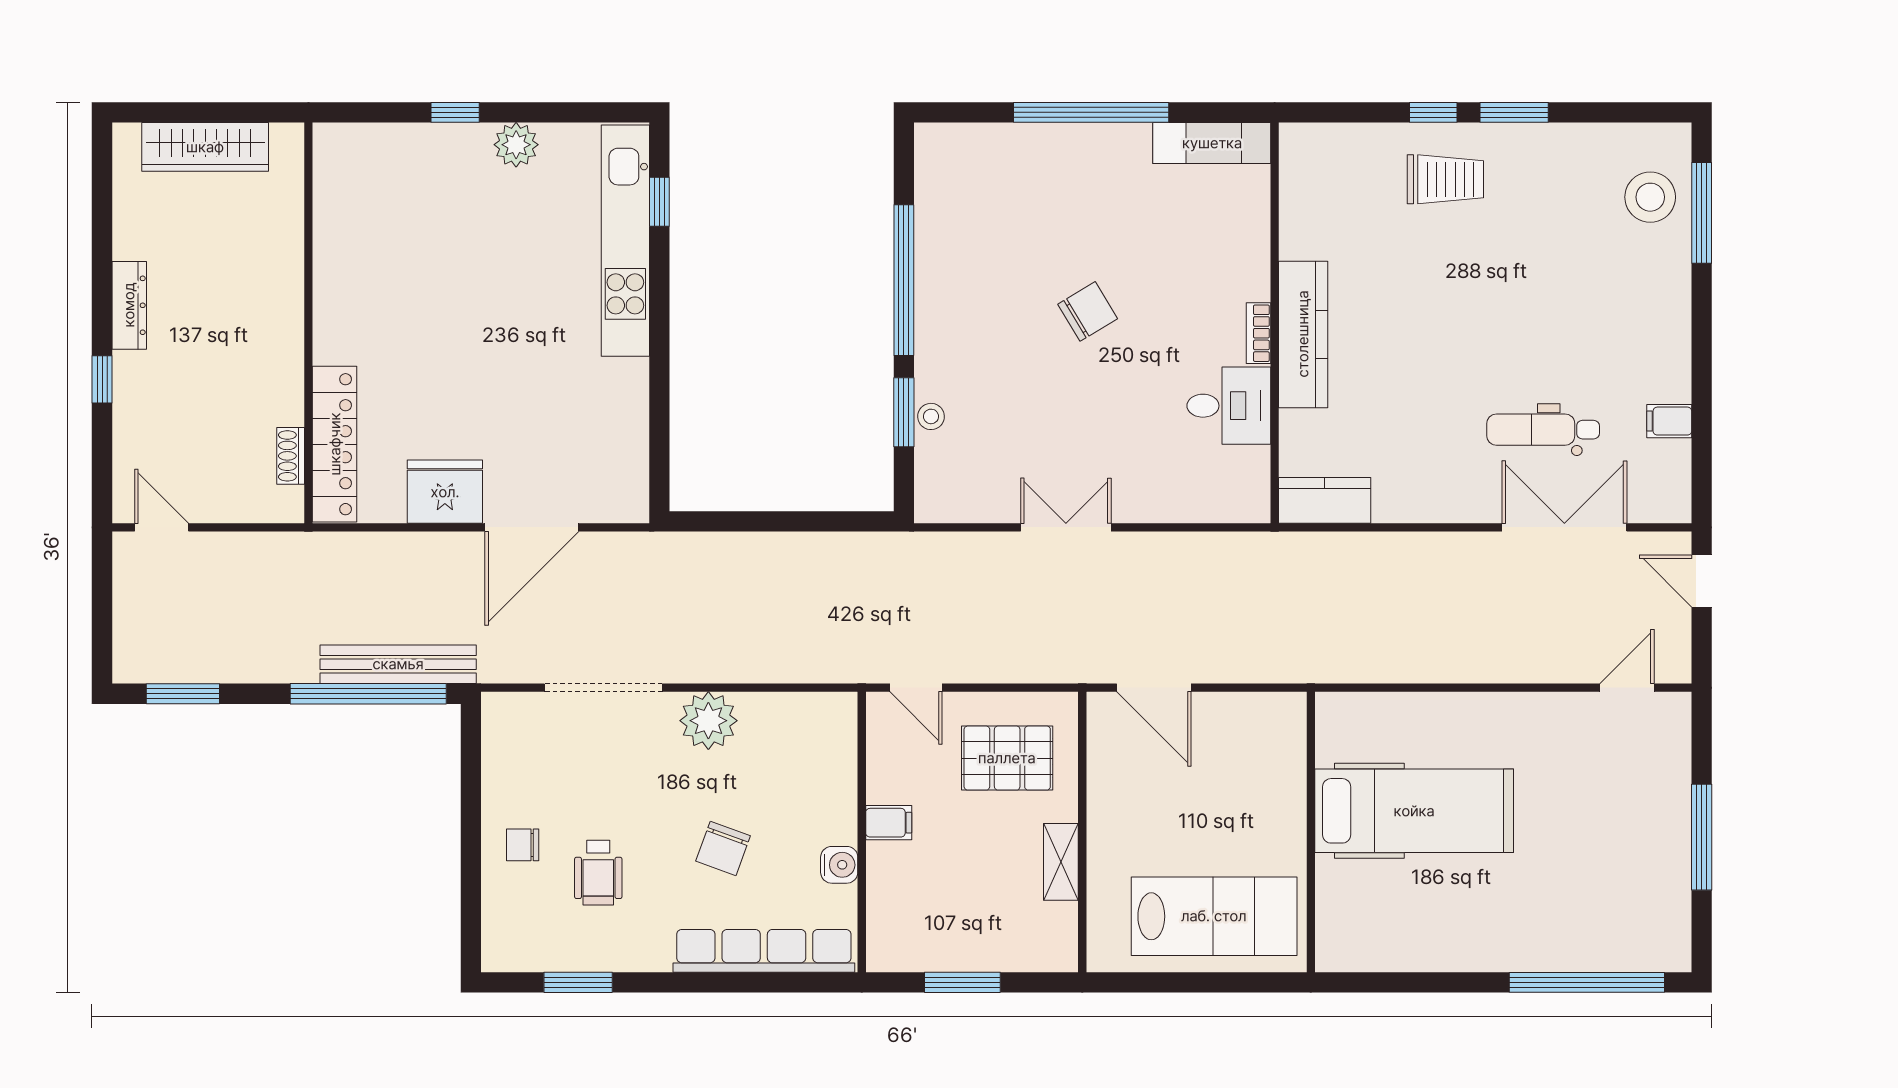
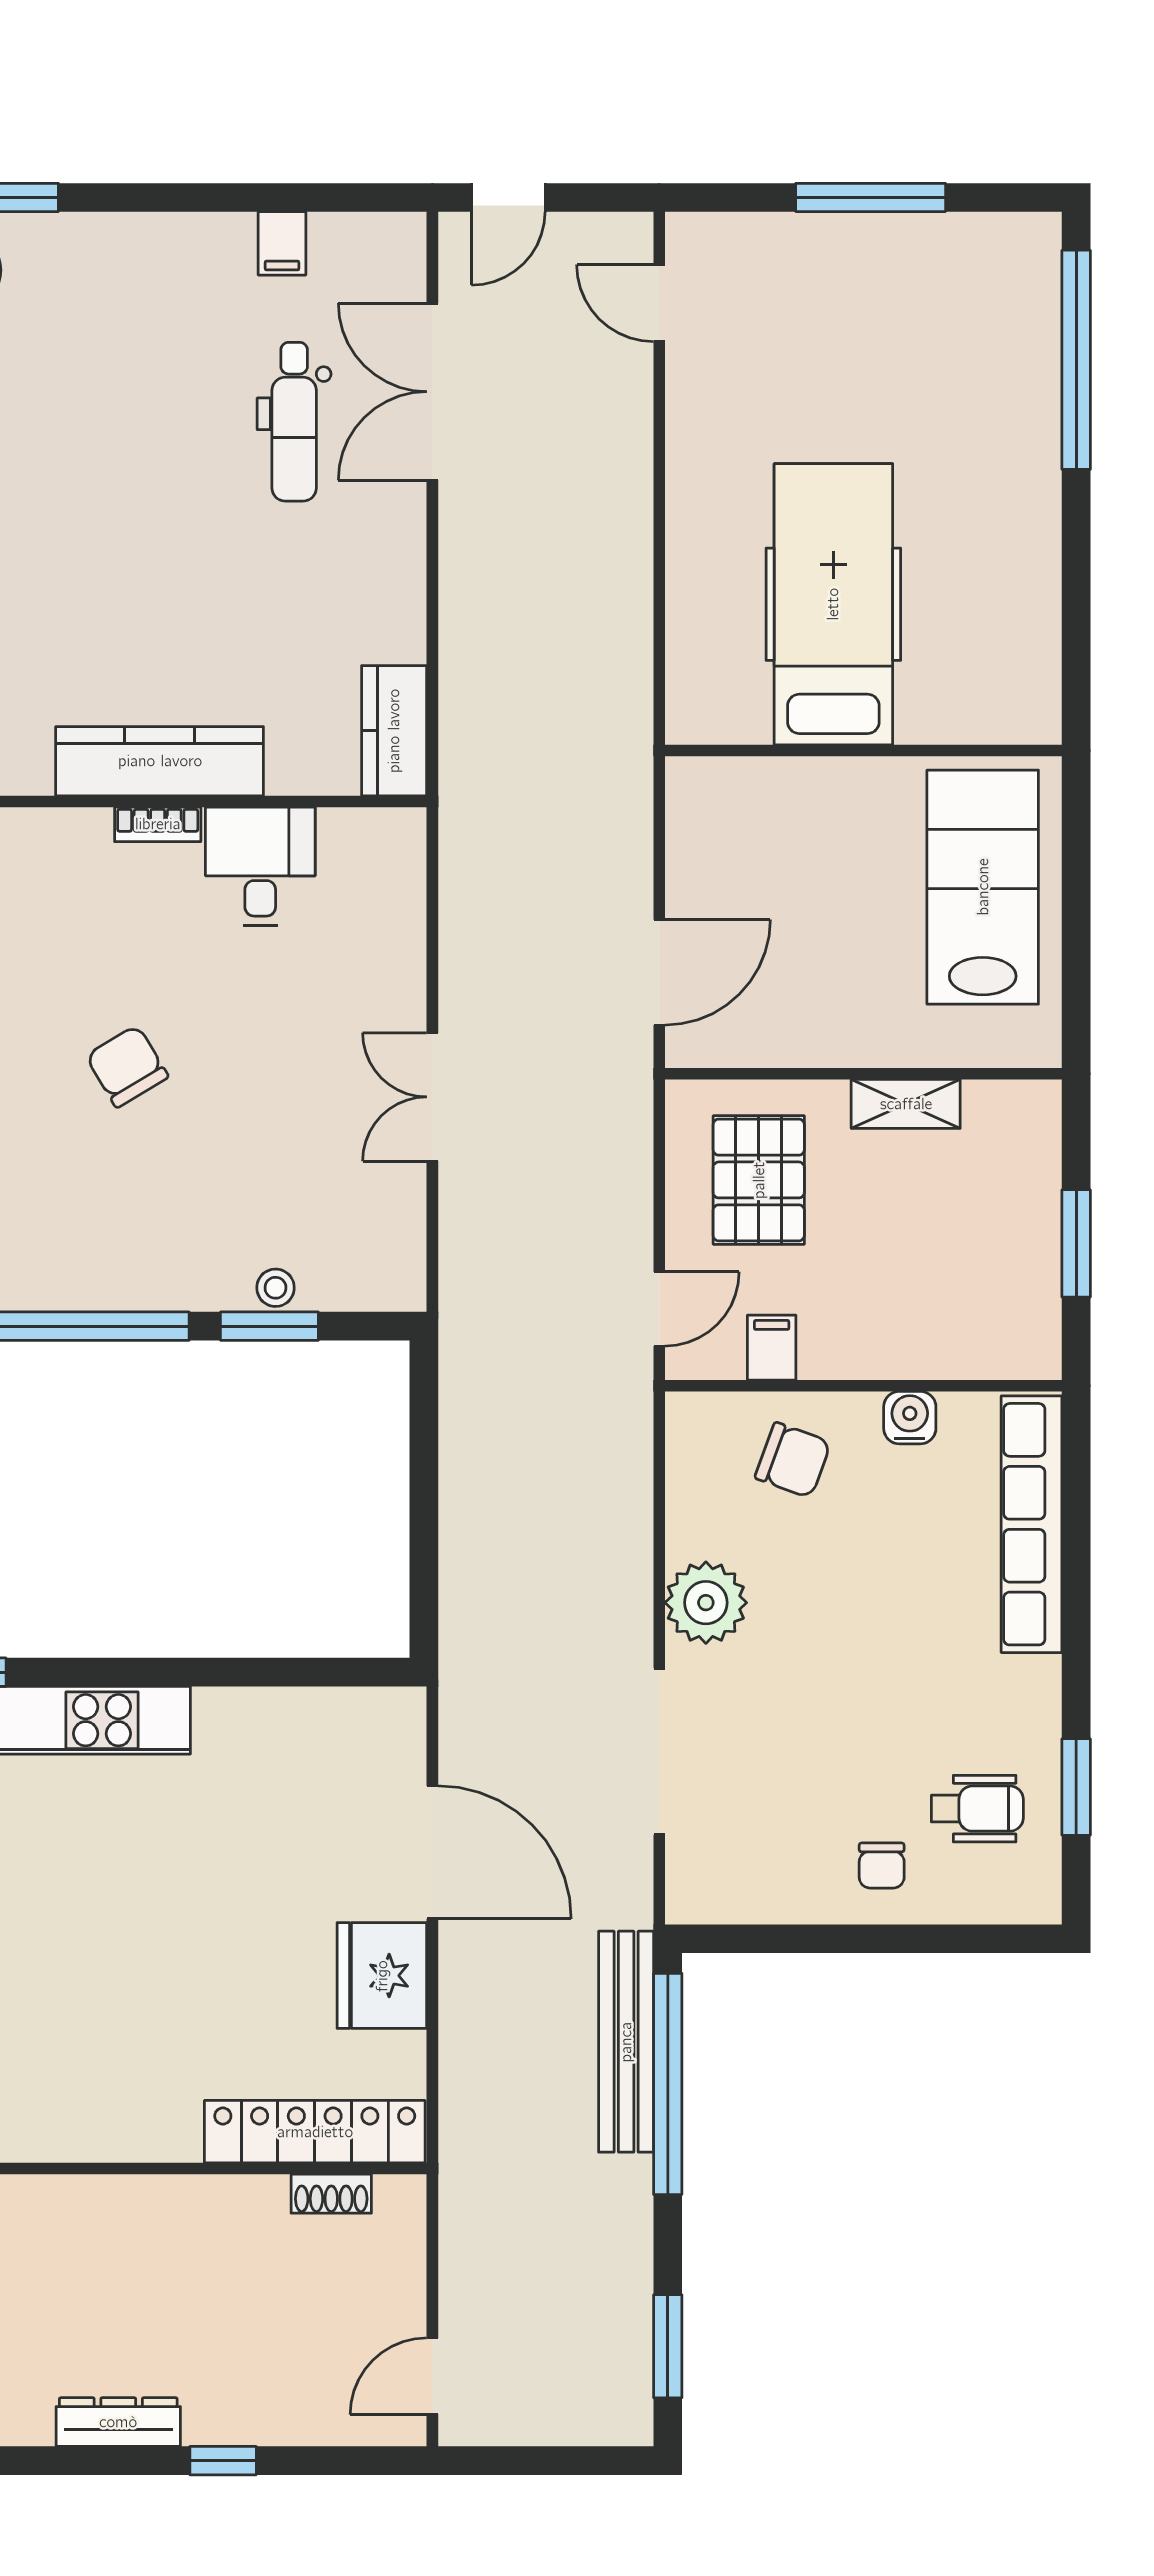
filing cabinet: (889, 823) -> (772, 1348), moved
chair: (723, 848) -> (793, 1460), moved
wheelchair: (598, 873) -> (977, 1809), moved

